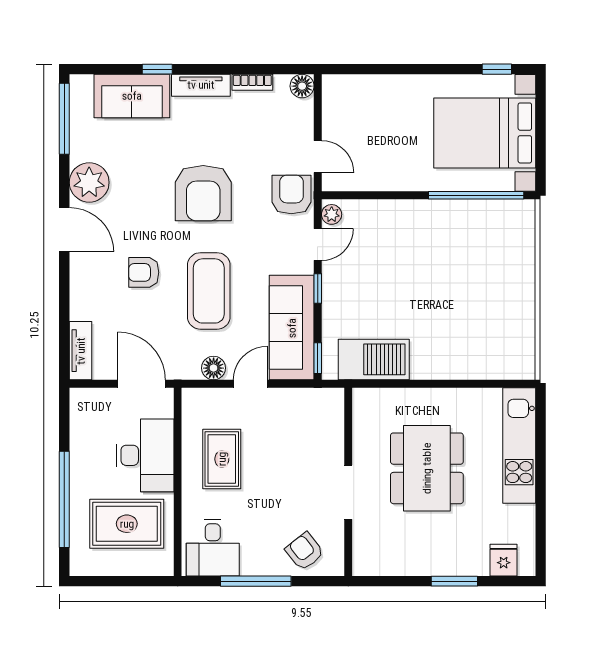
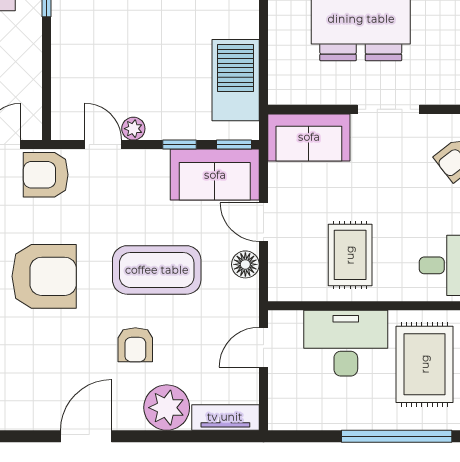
plant: (89, 182) -> (167, 408), moved
plant: (332, 214) -> (133, 129), moved
window: (318, 289) -> (179, 145), moved
sofa: (292, 328) -> (215, 175), width x0.73
door: (142, 384) -> (263, 347), width x0.73
sofa: (324, 423) -> (309, 137), added
rug: (222, 459) -> (350, 255), turned 90

